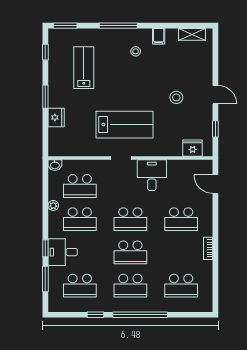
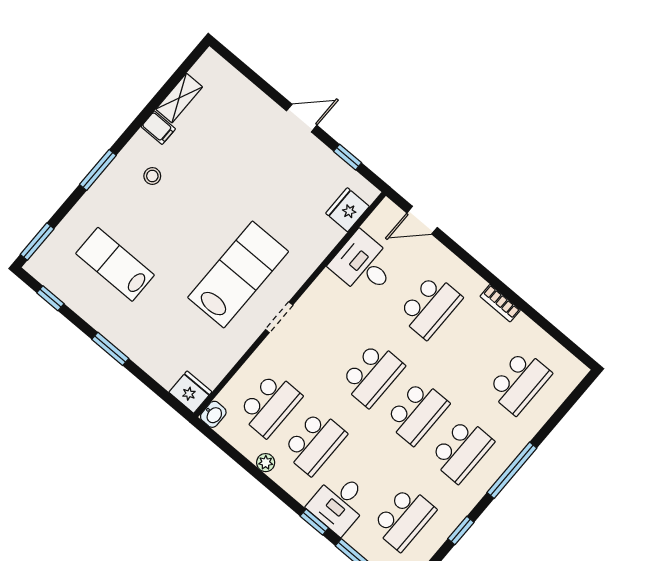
window: (118, 26) -> (98, 170), width x0.69
shelving: (192, 34) -> (179, 98), moved
stool: (176, 97) -> (261, 174), removed
fridge: (56, 117) -> (190, 392), moved
desk: (152, 175) -> (364, 265), moved
window: (140, 315) -> (512, 470), width x0.68

